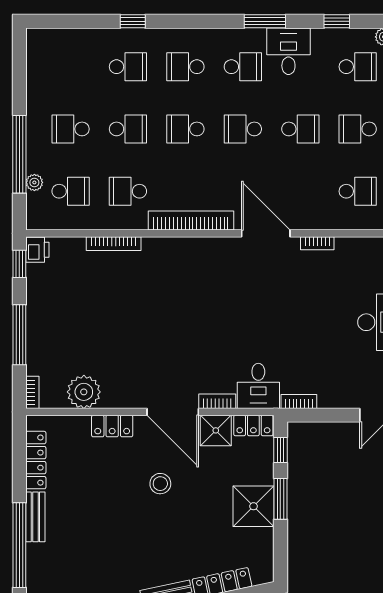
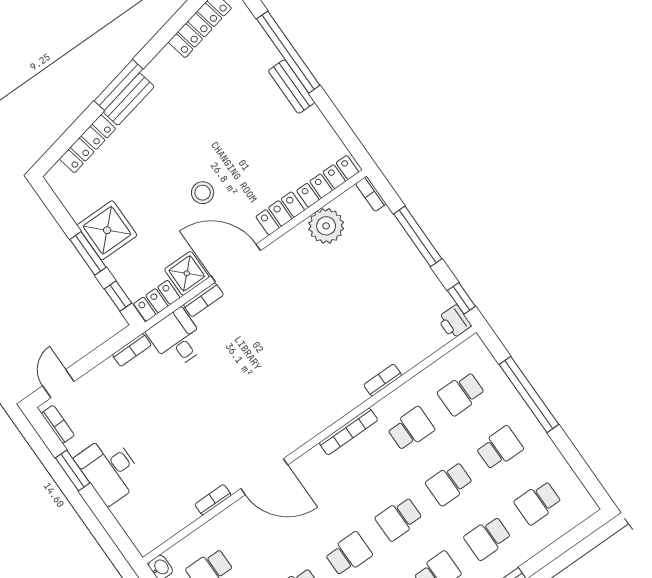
school desk: (71, 67) -> (538, 503), added
school desk: (185, 129) -> (399, 519), turned 180
plant: (34, 182) -> (498, 379), removed
bookcase: (191, 220) -> (348, 431), width x0.68, depth x0.76
bookcase: (114, 244) -> (383, 380), width x0.64
locker: (36, 460) -> (328, 181), moved, turned 90

